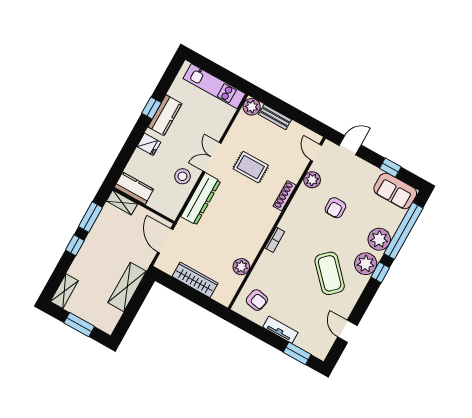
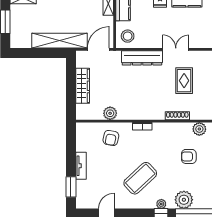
stool: (182, 176) -> (128, 36), moved
plant: (366, 264) -> (161, 204), width x0.53, depth x0.53
shelving: (127, 287) -> (60, 41), width x1.47
armchair: (257, 300) -> (111, 138), moved

